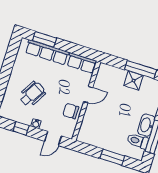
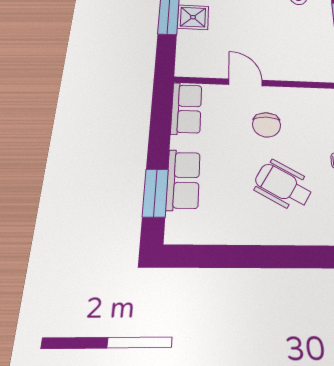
row of seats: (47, 52) -> (183, 180), width x0.68
chair: (71, 111) -> (267, 125), moved

